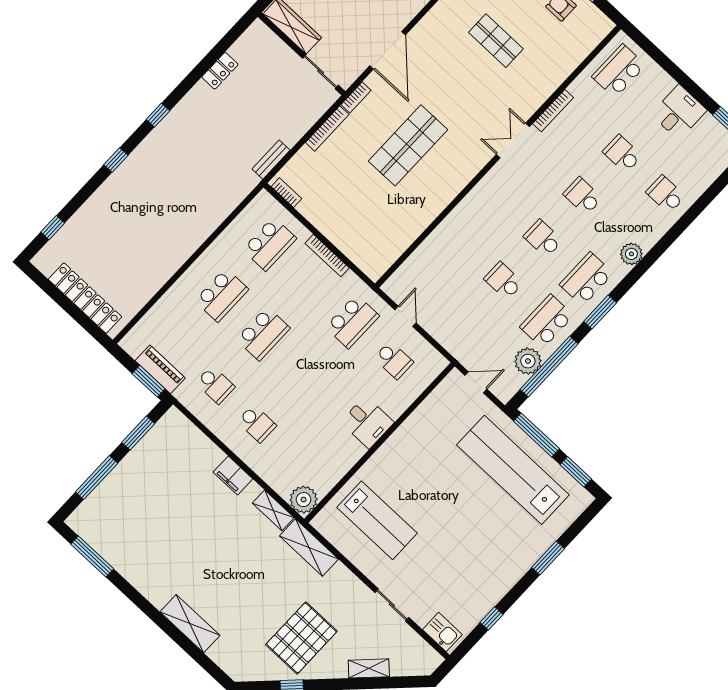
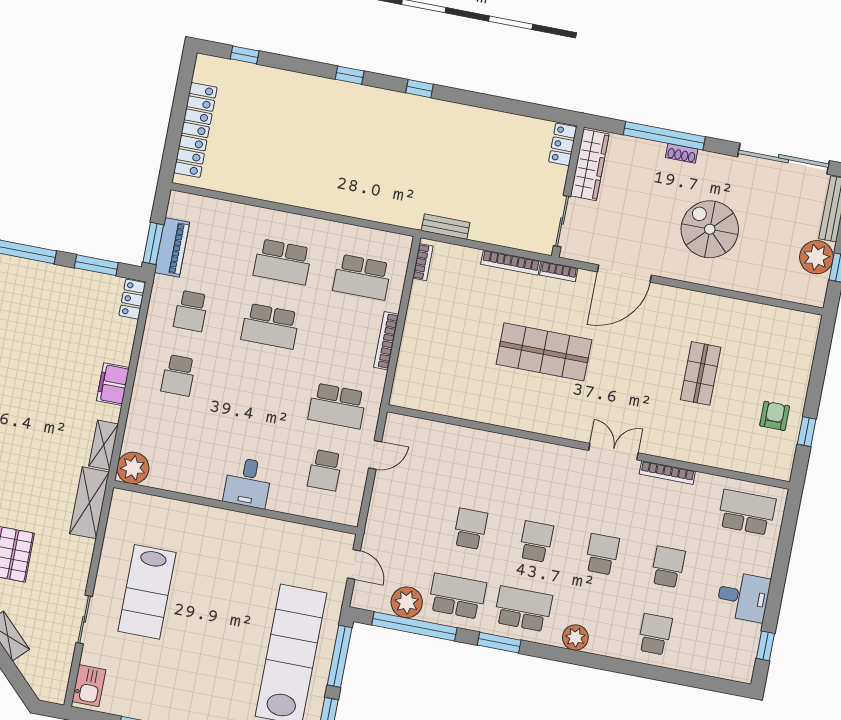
locker: (220, 71) -> (563, 144), moved, turned 90
locker: (180, 422) -> (132, 299), added
lab bench: (377, 520) -> (147, 592), moved

